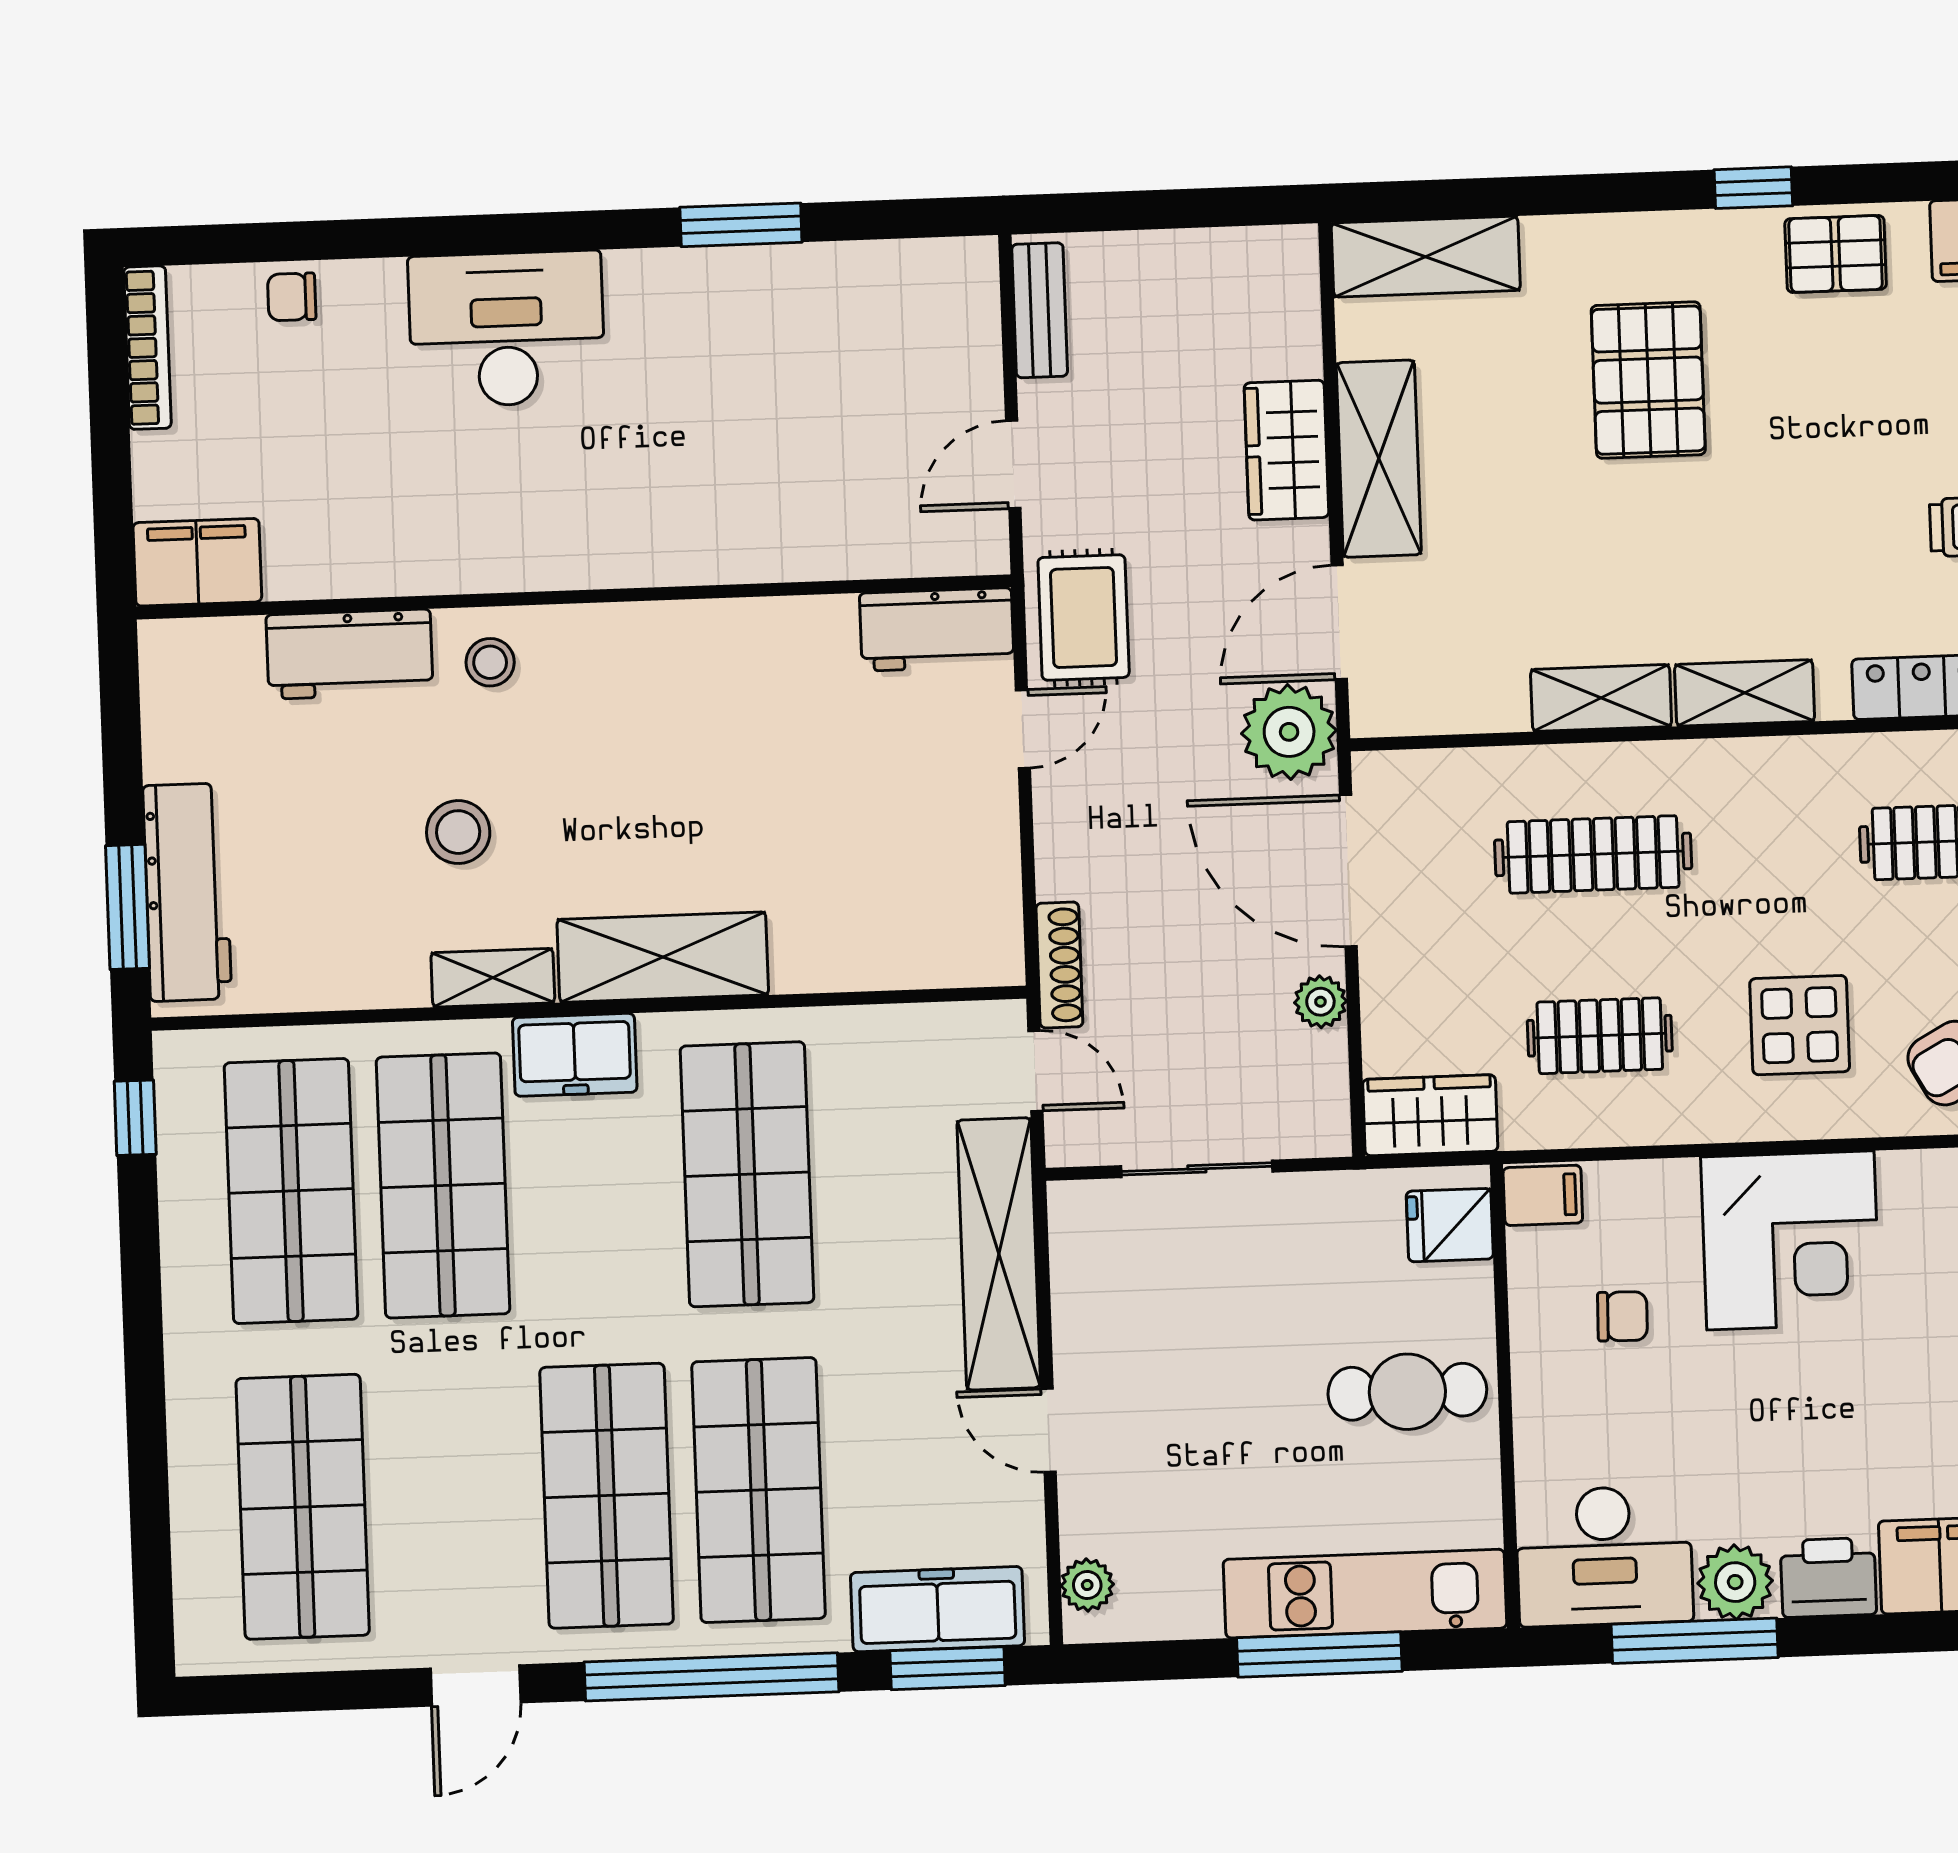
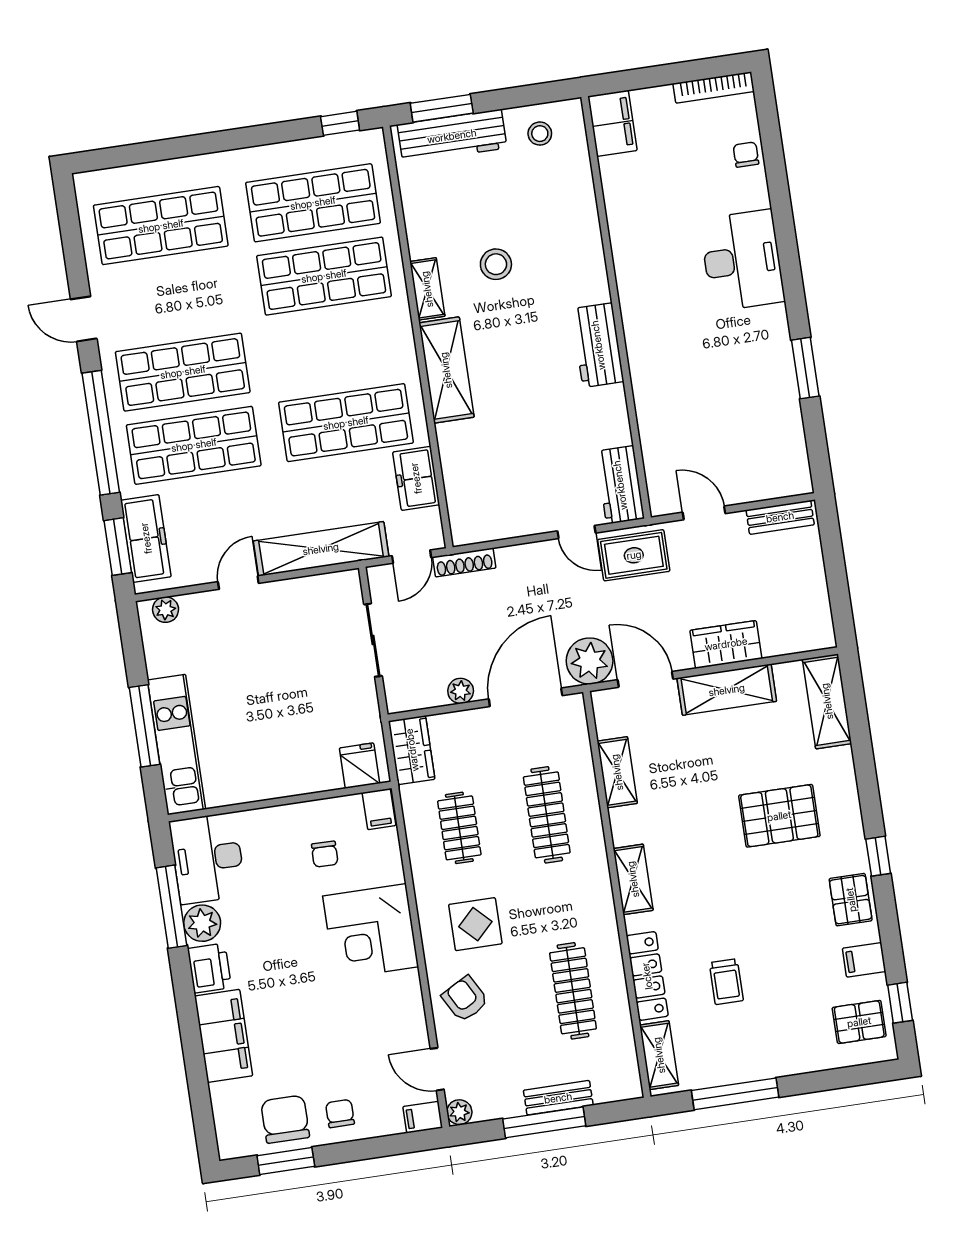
workbench: (350, 654) -> (598, 345), moved
stool: (490, 662) -> (540, 134), moved
shelving: (1601, 698) -> (617, 772), moved
freezer: (575, 1055) -> (416, 478), moved
cafe table: (1407, 1392) -> (277, 754), removed

